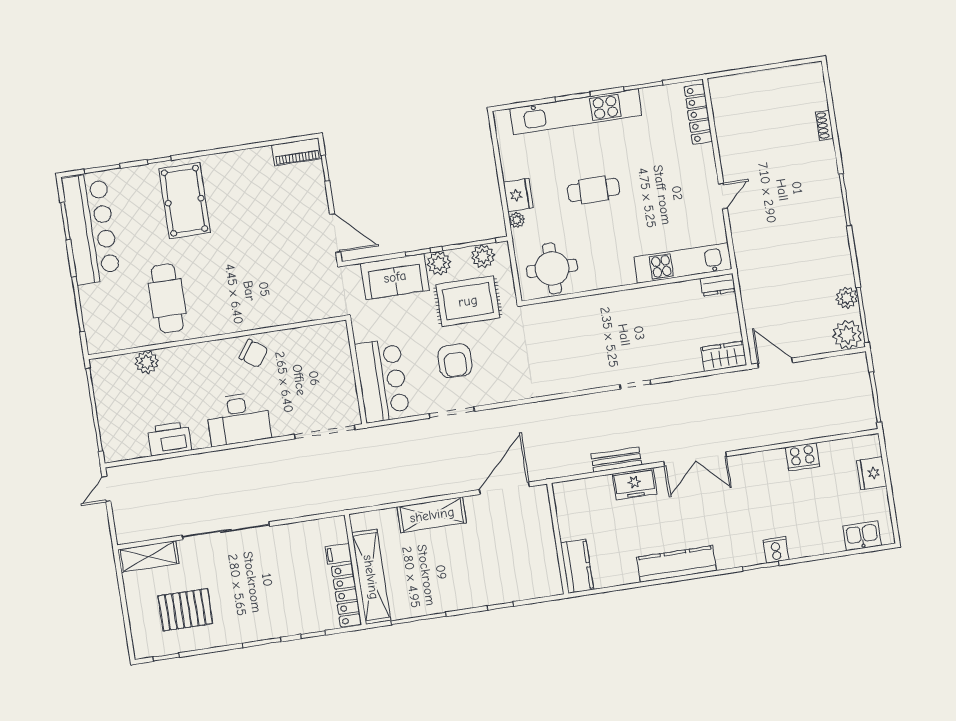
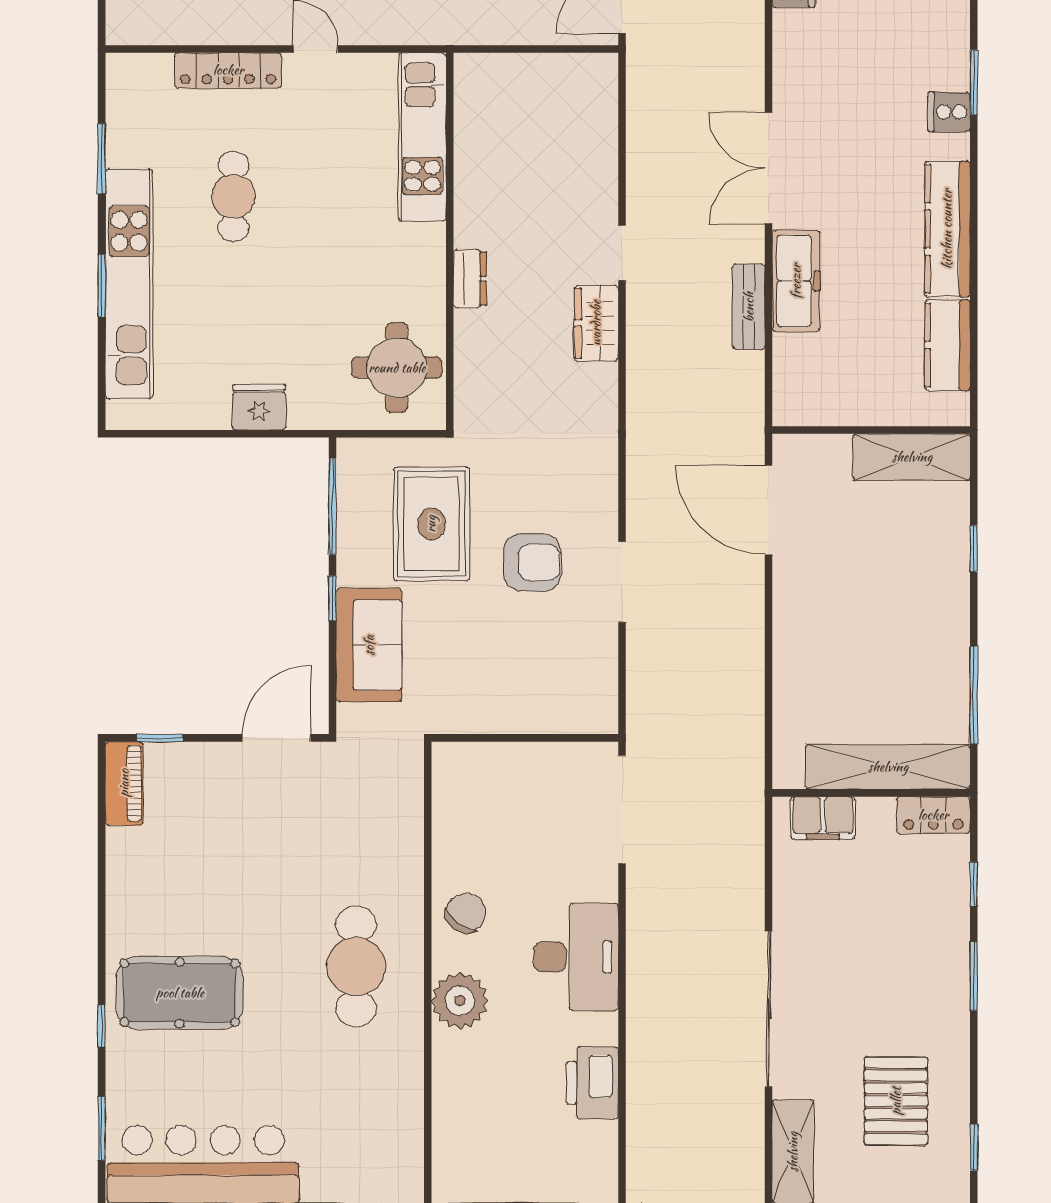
locker: (698, 114) -> (228, 70), moved
cafe table: (593, 190) -> (233, 196), moved
plant: (517, 220) -> (302, 416), removed
plant: (483, 256) -> (357, 485), removed
plant: (439, 263) -> (357, 564), removed
dresser: (718, 285) -> (470, 279), moved
cafe table: (167, 298) -> (356, 966), moved, turned 90
wardrobe: (724, 356) -> (596, 323), moved
plant: (147, 362) -> (460, 1001), moved, width x1.36, depth x1.36
bar counter: (382, 380) -> (547, 695), removed
double door: (695, 459) -> (769, 168), swing flipped
freezer: (635, 484) -> (796, 281), width x1.40
shelving: (432, 515) -> (912, 457), moved, turned 90
cooker: (776, 550) -> (949, 112), moved
filing cabinet: (338, 554) -> (823, 818), width x2.00
kitchen counter: (577, 566) -> (947, 345), moved, turned -90
locker: (346, 595) -> (933, 815), width x0.66

